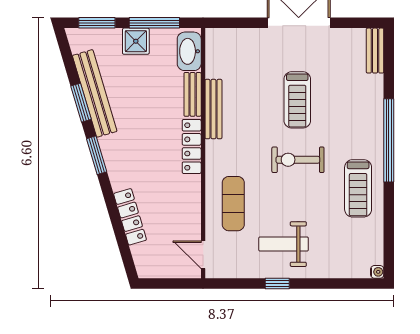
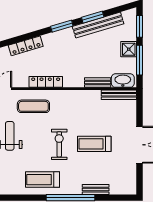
bench: (375, 51) -> (96, 190), moved
bench: (213, 109) -> (119, 95), moved
locker: (192, 146) -> (46, 82), moved

